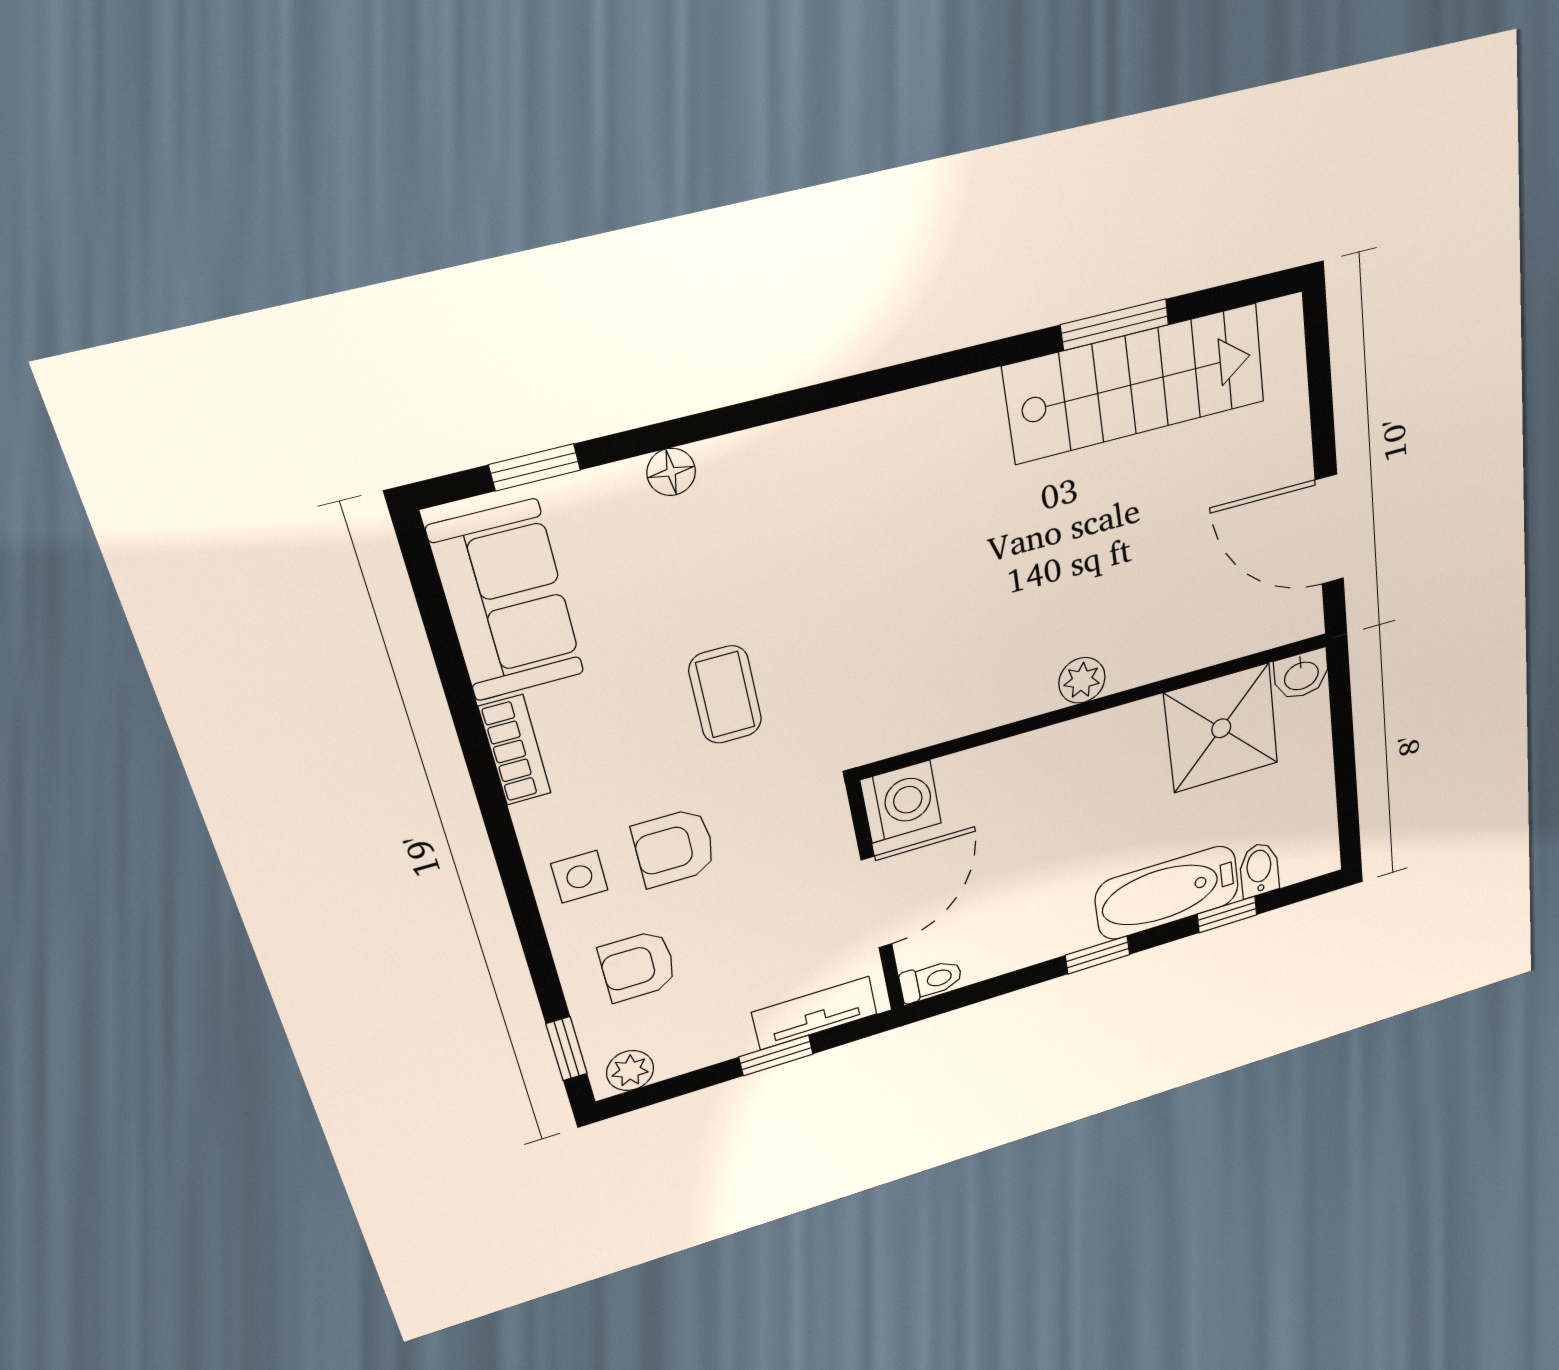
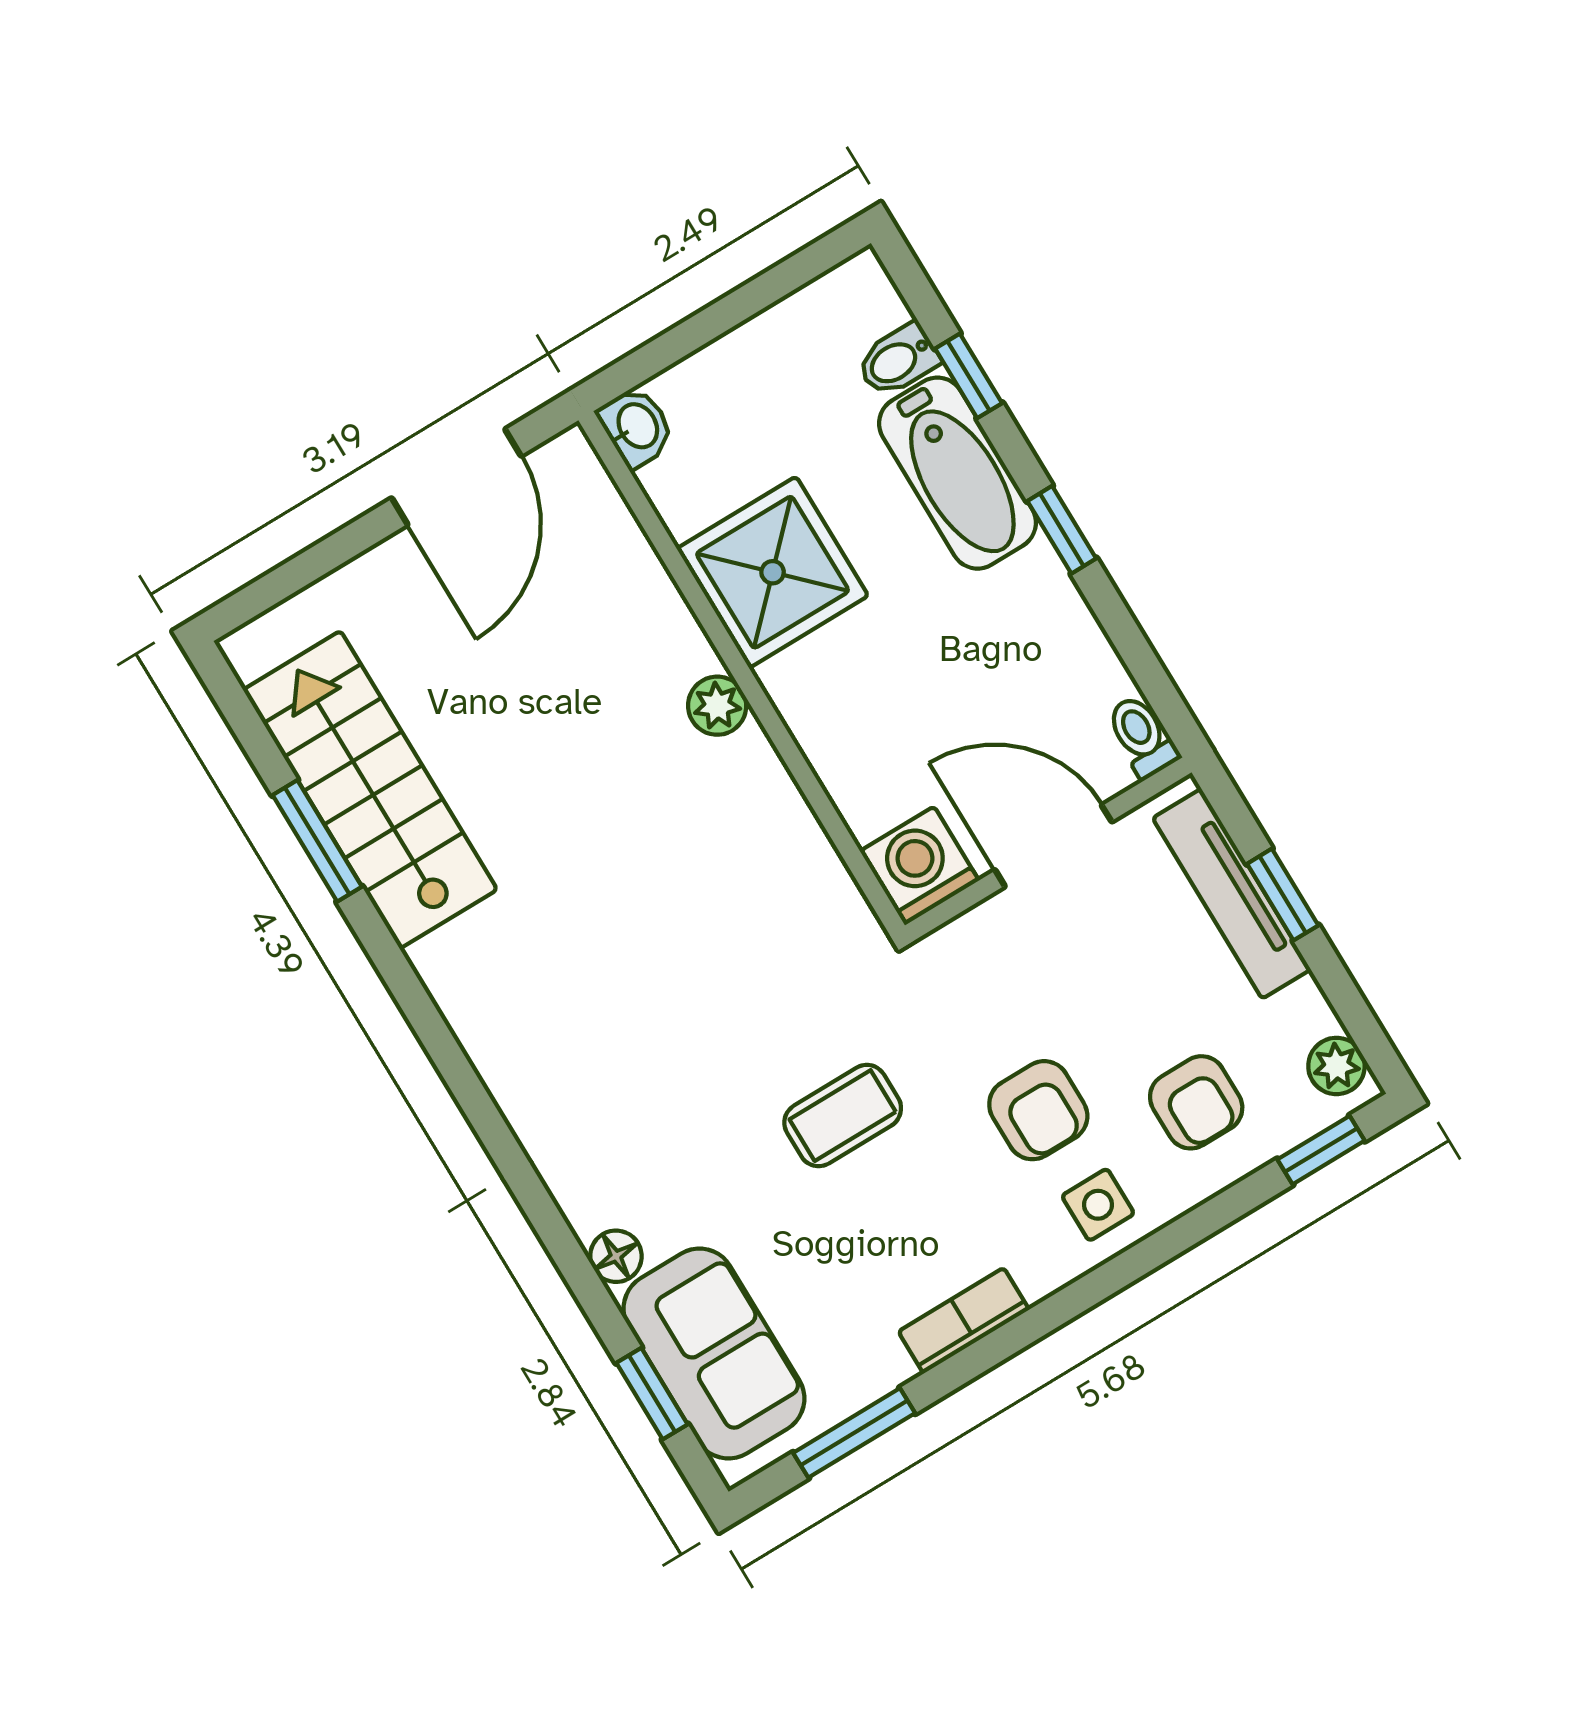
sofa: (506, 601) -> (714, 1353), moved, turned 90
window: (442, 635) -> (854, 1433), added
shower: (1221, 728) -> (773, 572), moved
tv unit: (815, 1013) -> (1232, 894), width x1.41

